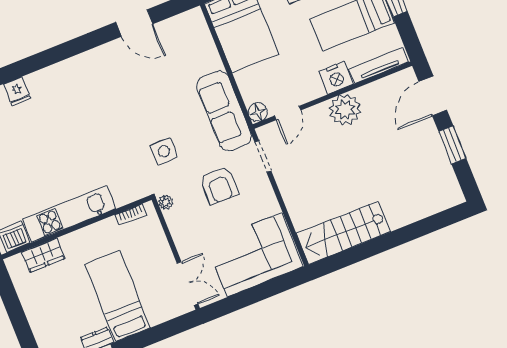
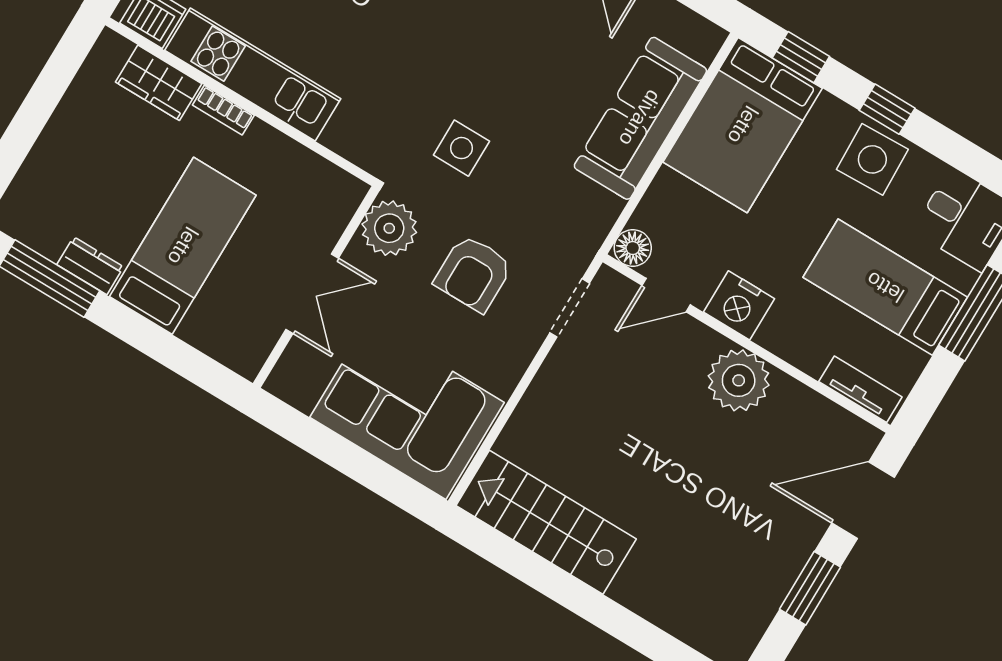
tv unit: (379, 66) -> (860, 389), width x0.71
nightstand: (336, 78) -> (739, 305), moved
sofa: (224, 111) -> (640, 118), moved
plant: (166, 202) -> (389, 228), width x1.88, depth x1.88
bookcase: (131, 215) -> (223, 110), moved
double door: (188, 284) -> (312, 294), moved

